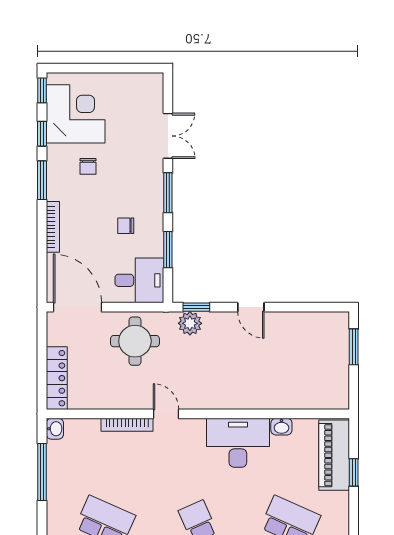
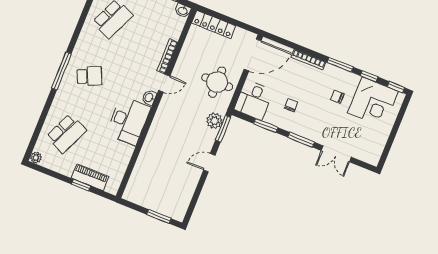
window: (196, 307) -> (223, 129), width x1.50
washbasin: (281, 427) -> (149, 98), moved
piano: (334, 455) -> (90, 177), width x0.73, depth x0.75

